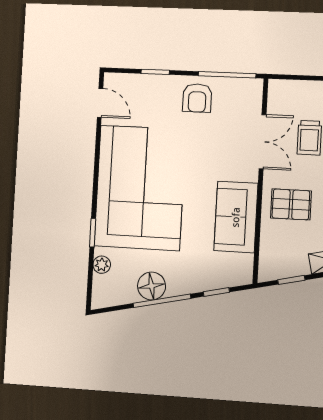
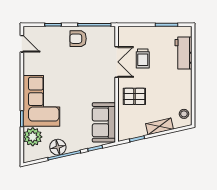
armchair: (197, 98) -> (78, 39), turned 90
corner sofa: (140, 188) -> (41, 101), width x0.73, depth x0.74
sofa: (236, 217) -> (104, 122), moved
plant: (102, 265) -> (33, 137), width x1.88, depth x1.88

